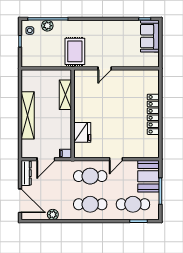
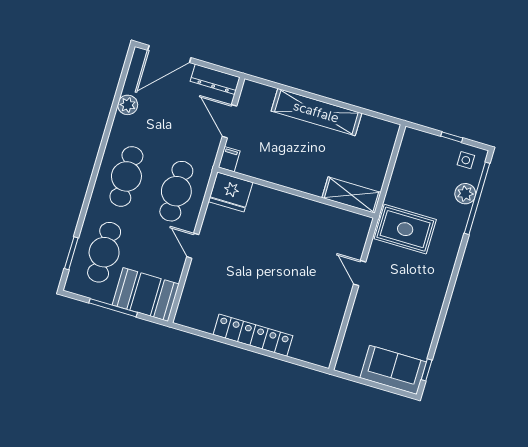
shelving: (65, 95) -> (351, 195), moved
fridge: (82, 132) -> (231, 192), moved

